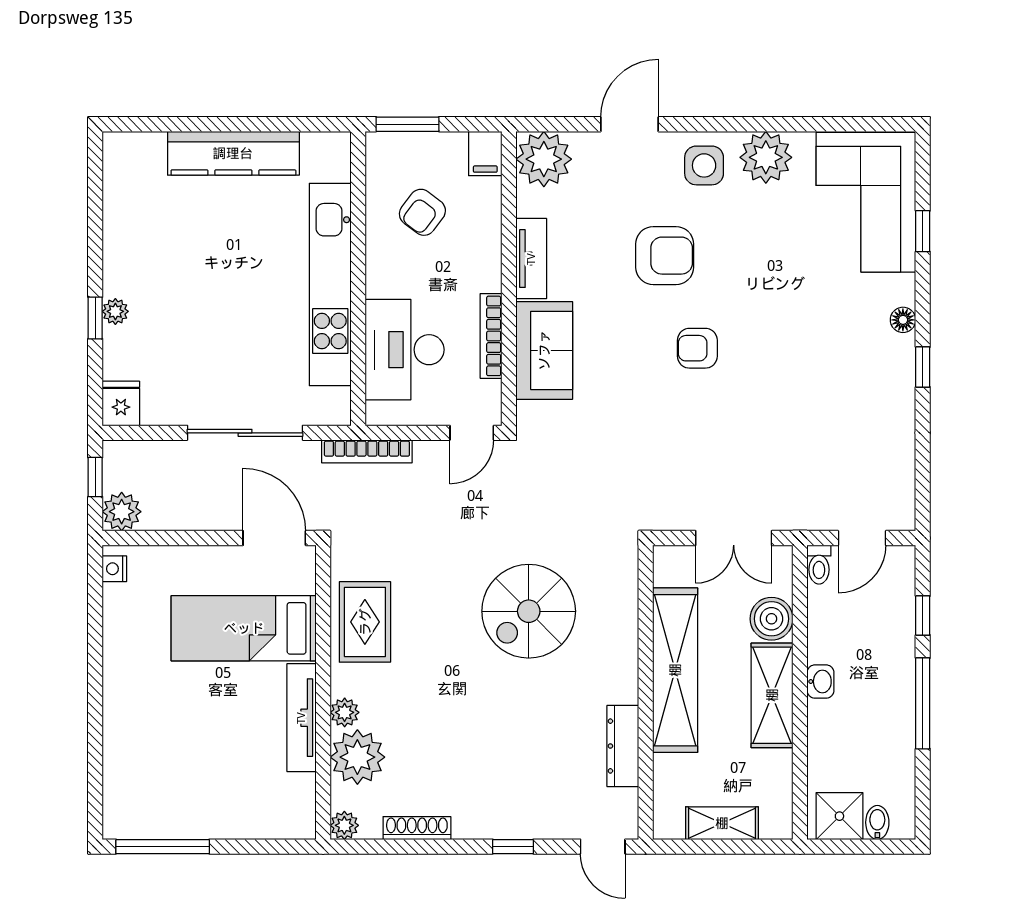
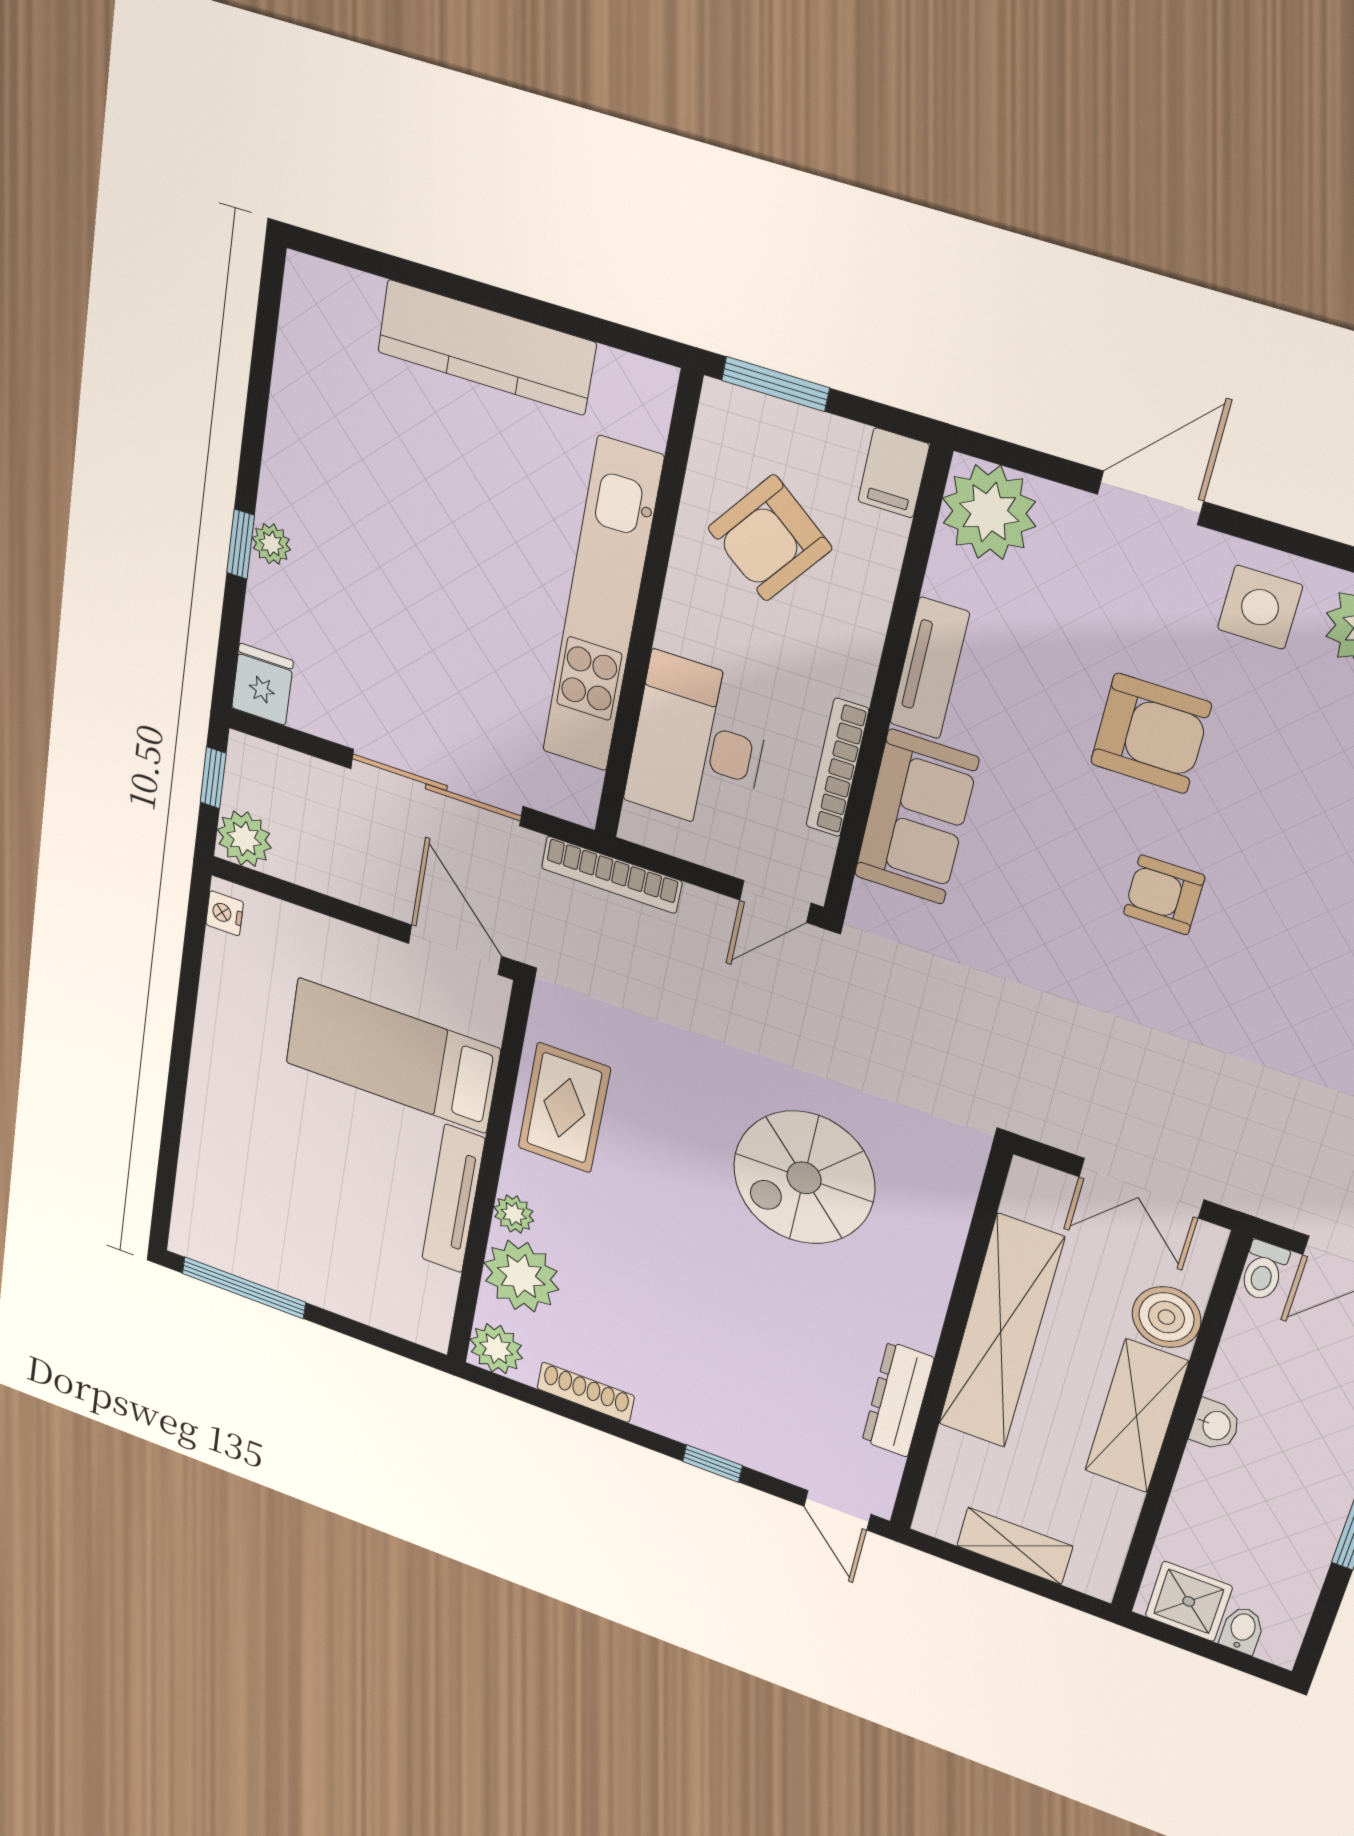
armchair: (422, 212) -> (770, 538), width x1.38, depth x1.38
plant: (344, 825) -> (496, 1349), width x1.38, depth x1.38

